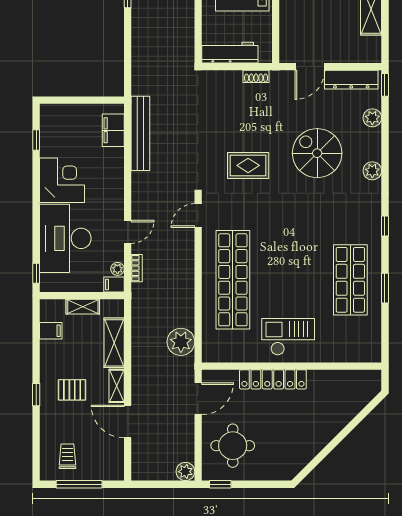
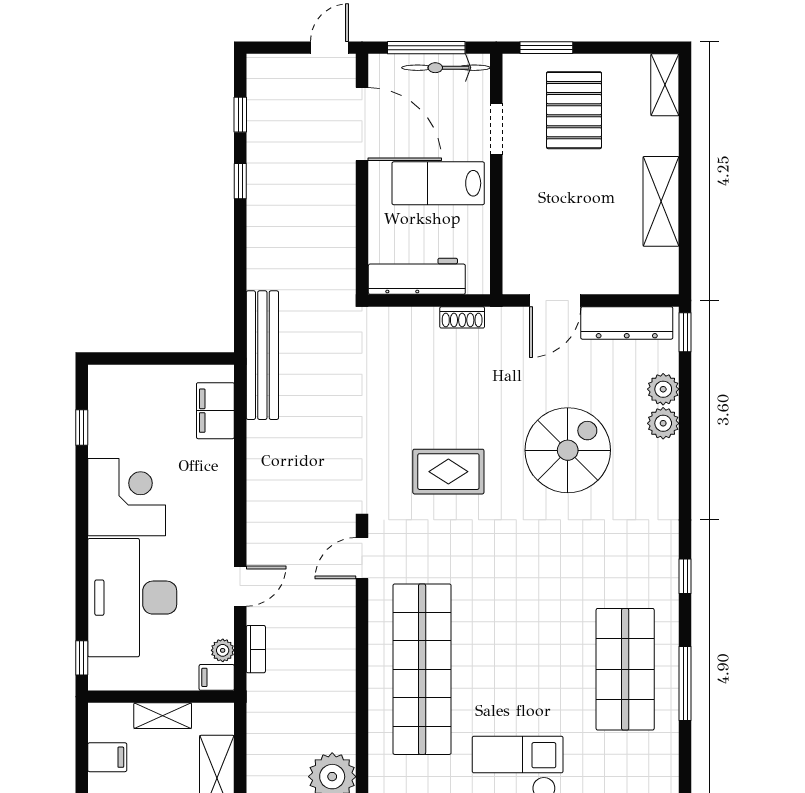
bench: (140, 133) -> (262, 355), moved
spiral stairs: (317, 153) -> (568, 450), turned 90
plant: (372, 171) -> (663, 423), moved
window: (385, 288) -> (685, 683), width x1.44

